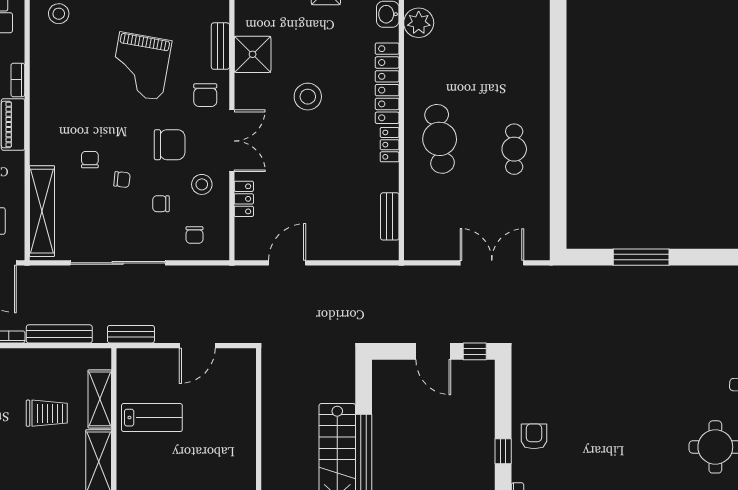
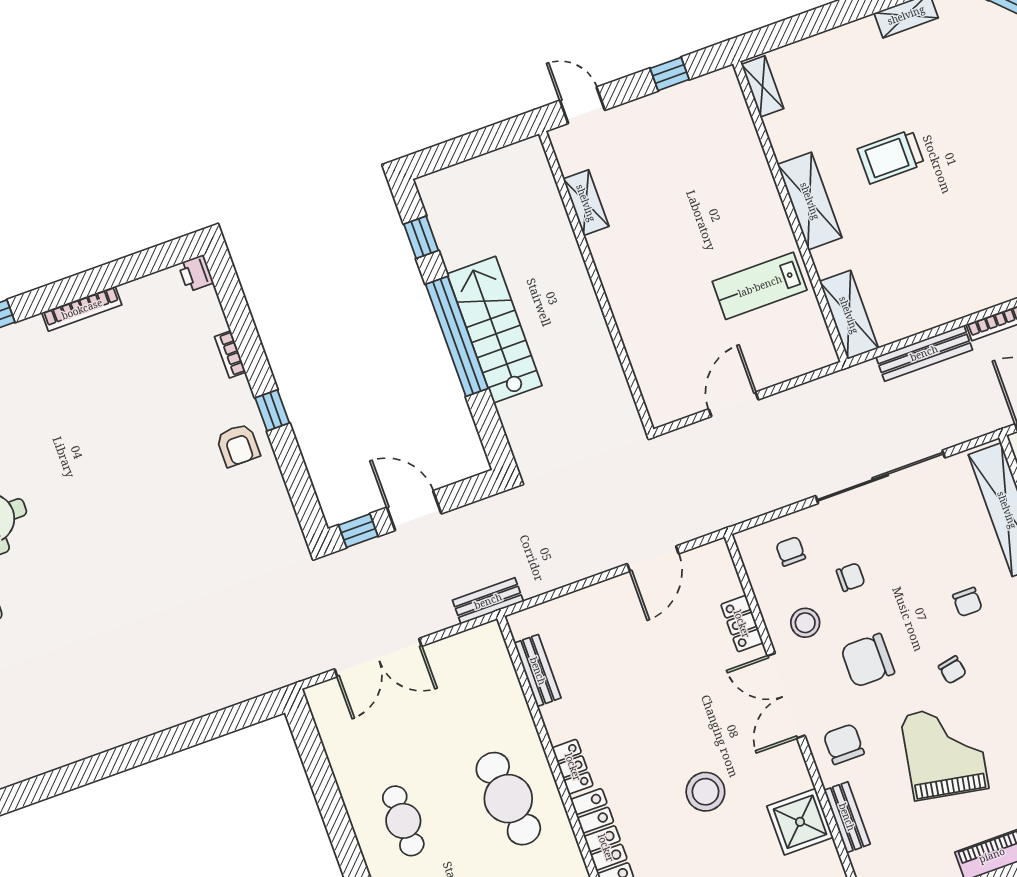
chair: (122, 180) -> (952, 670), moved, turned -107
window: (641, 257) -> (181, 737), removed
bench: (131, 334) -> (488, 601), moved
shelving: (100, 399) -> (849, 315), moved
trolley: (47, 413) -> (891, 157), moved

